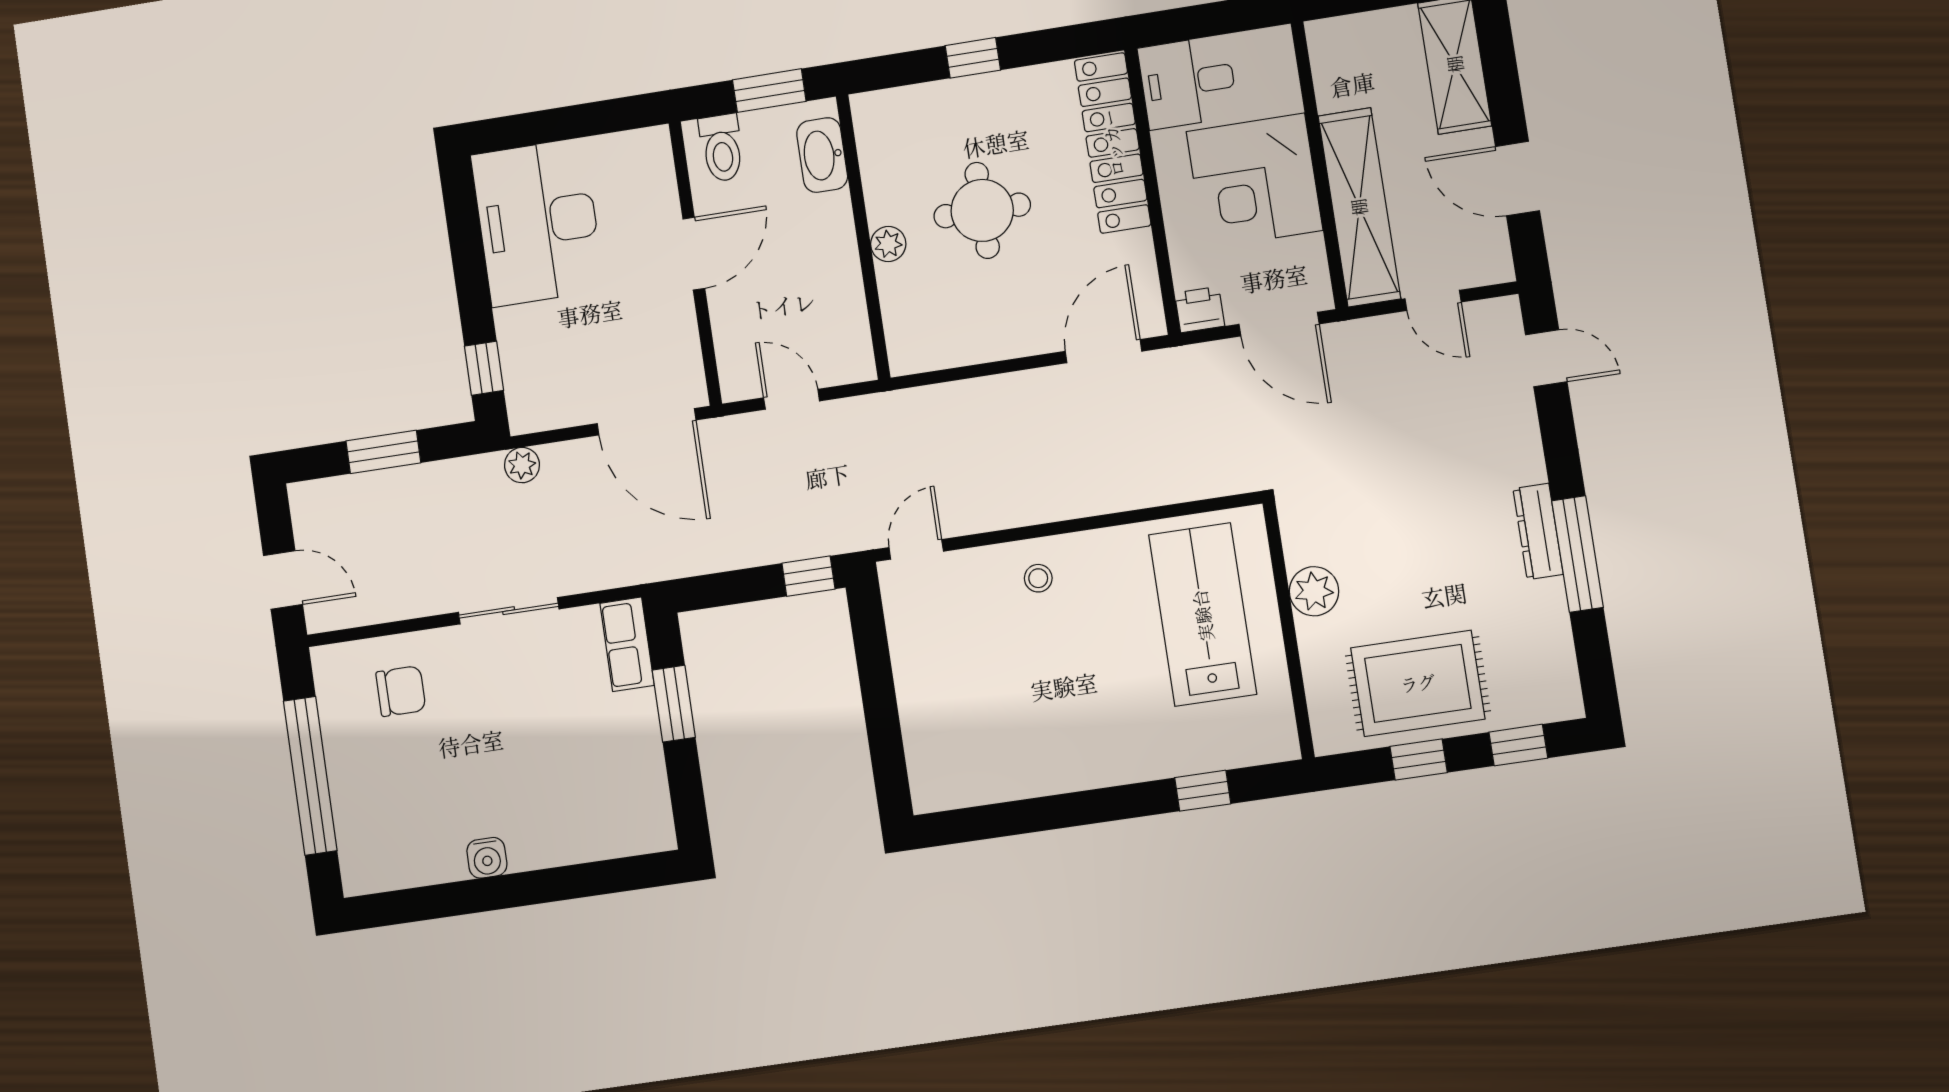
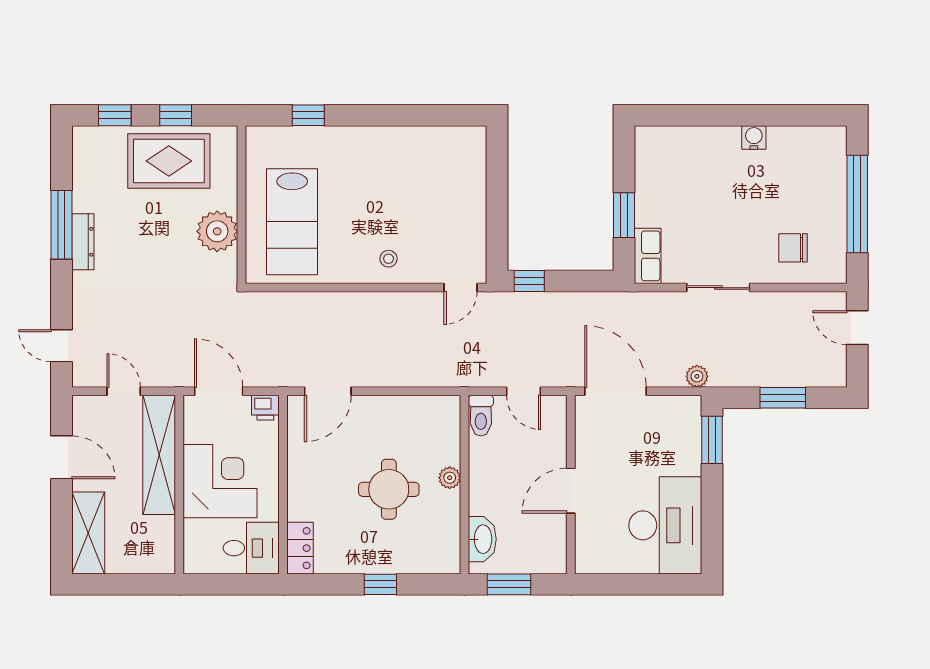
locker: (1113, 143) -> (300, 548), width x0.46, depth x0.83
toilet: (722, 148) -> (481, 416), moved, turned 180
window: (484, 368) -> (712, 440), width x1.50
plant: (1314, 591) -> (217, 231), width x1.36, depth x1.36

